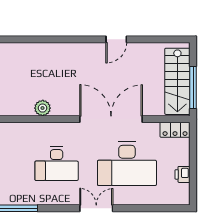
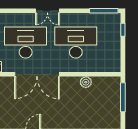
desk: (57, 164) -> (76, 43), width x1.36, depth x1.30

